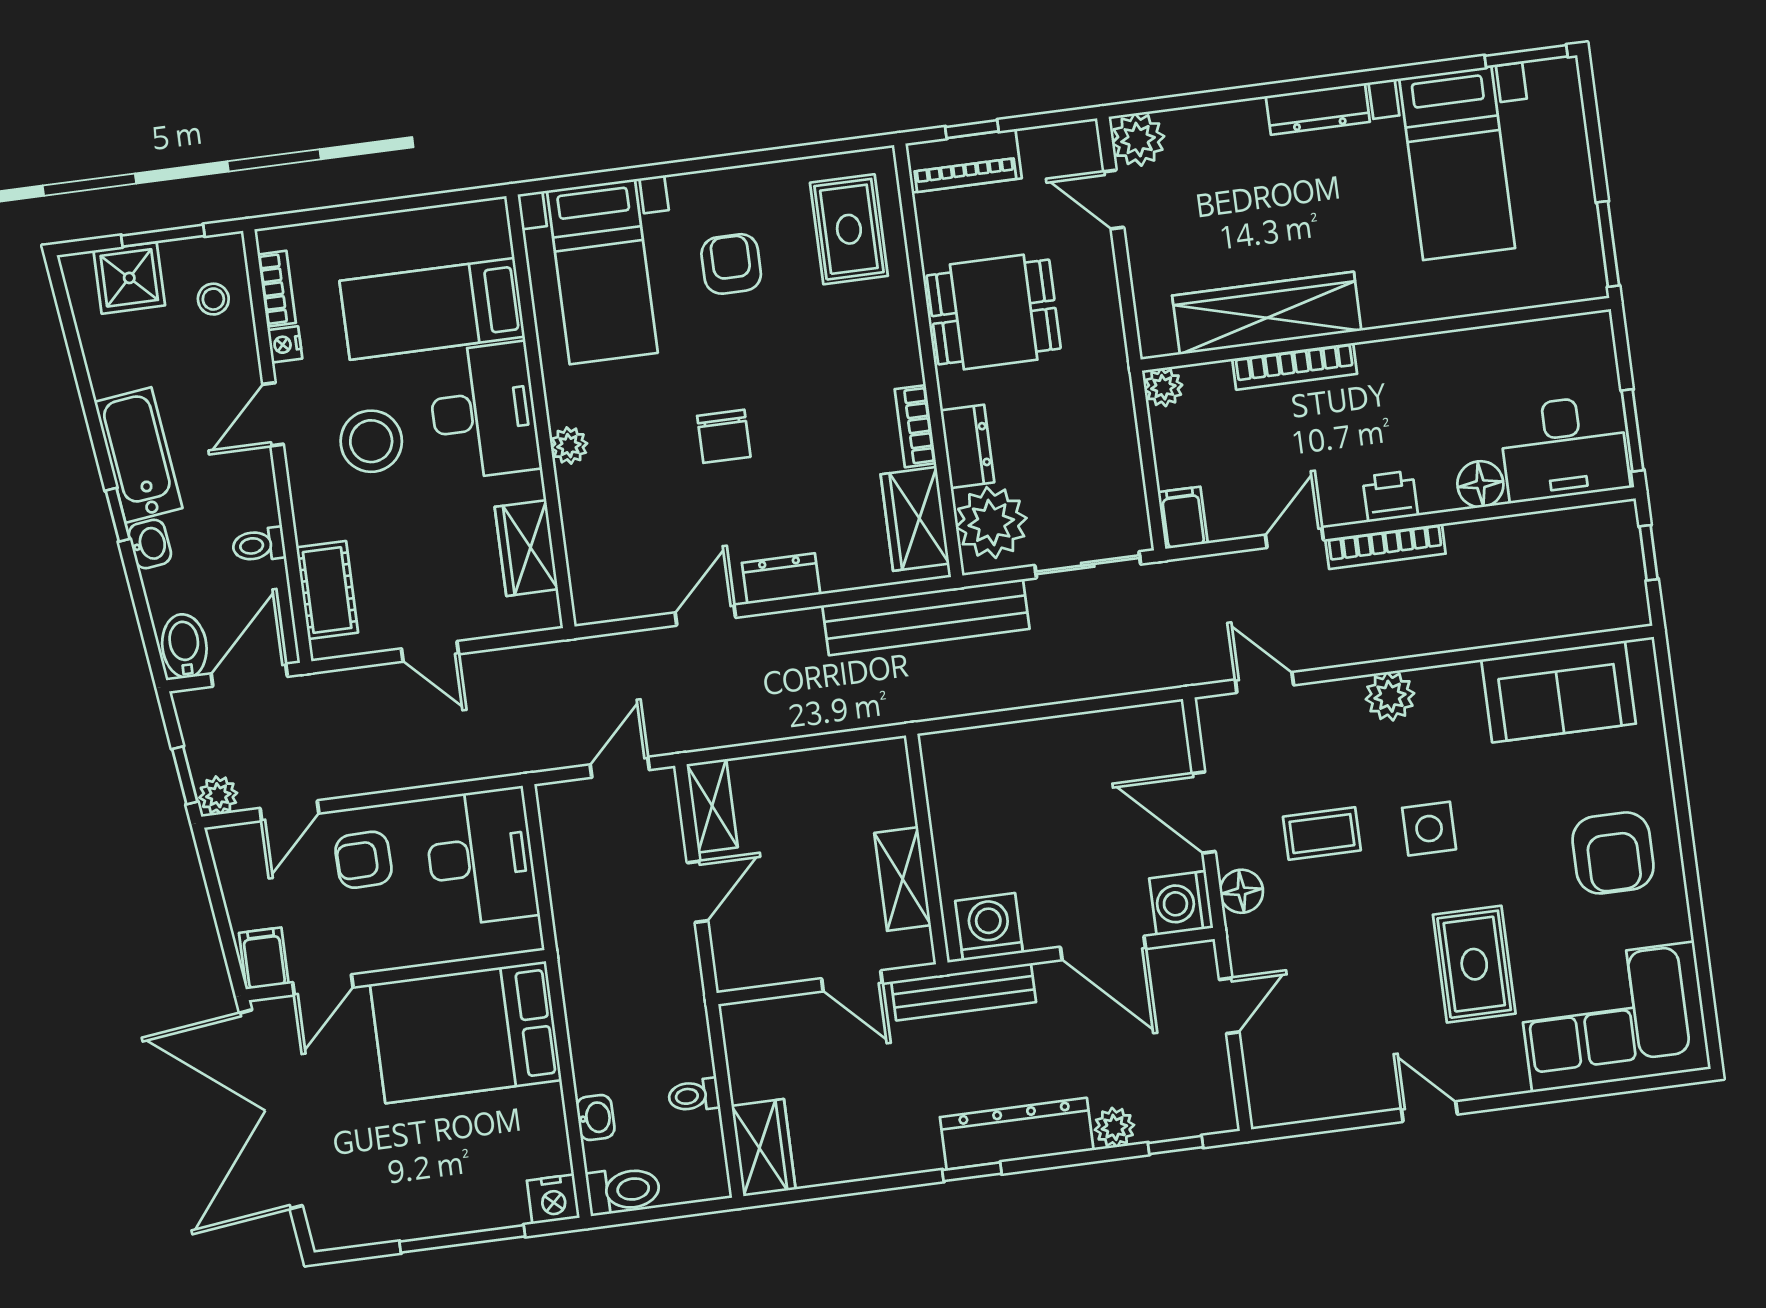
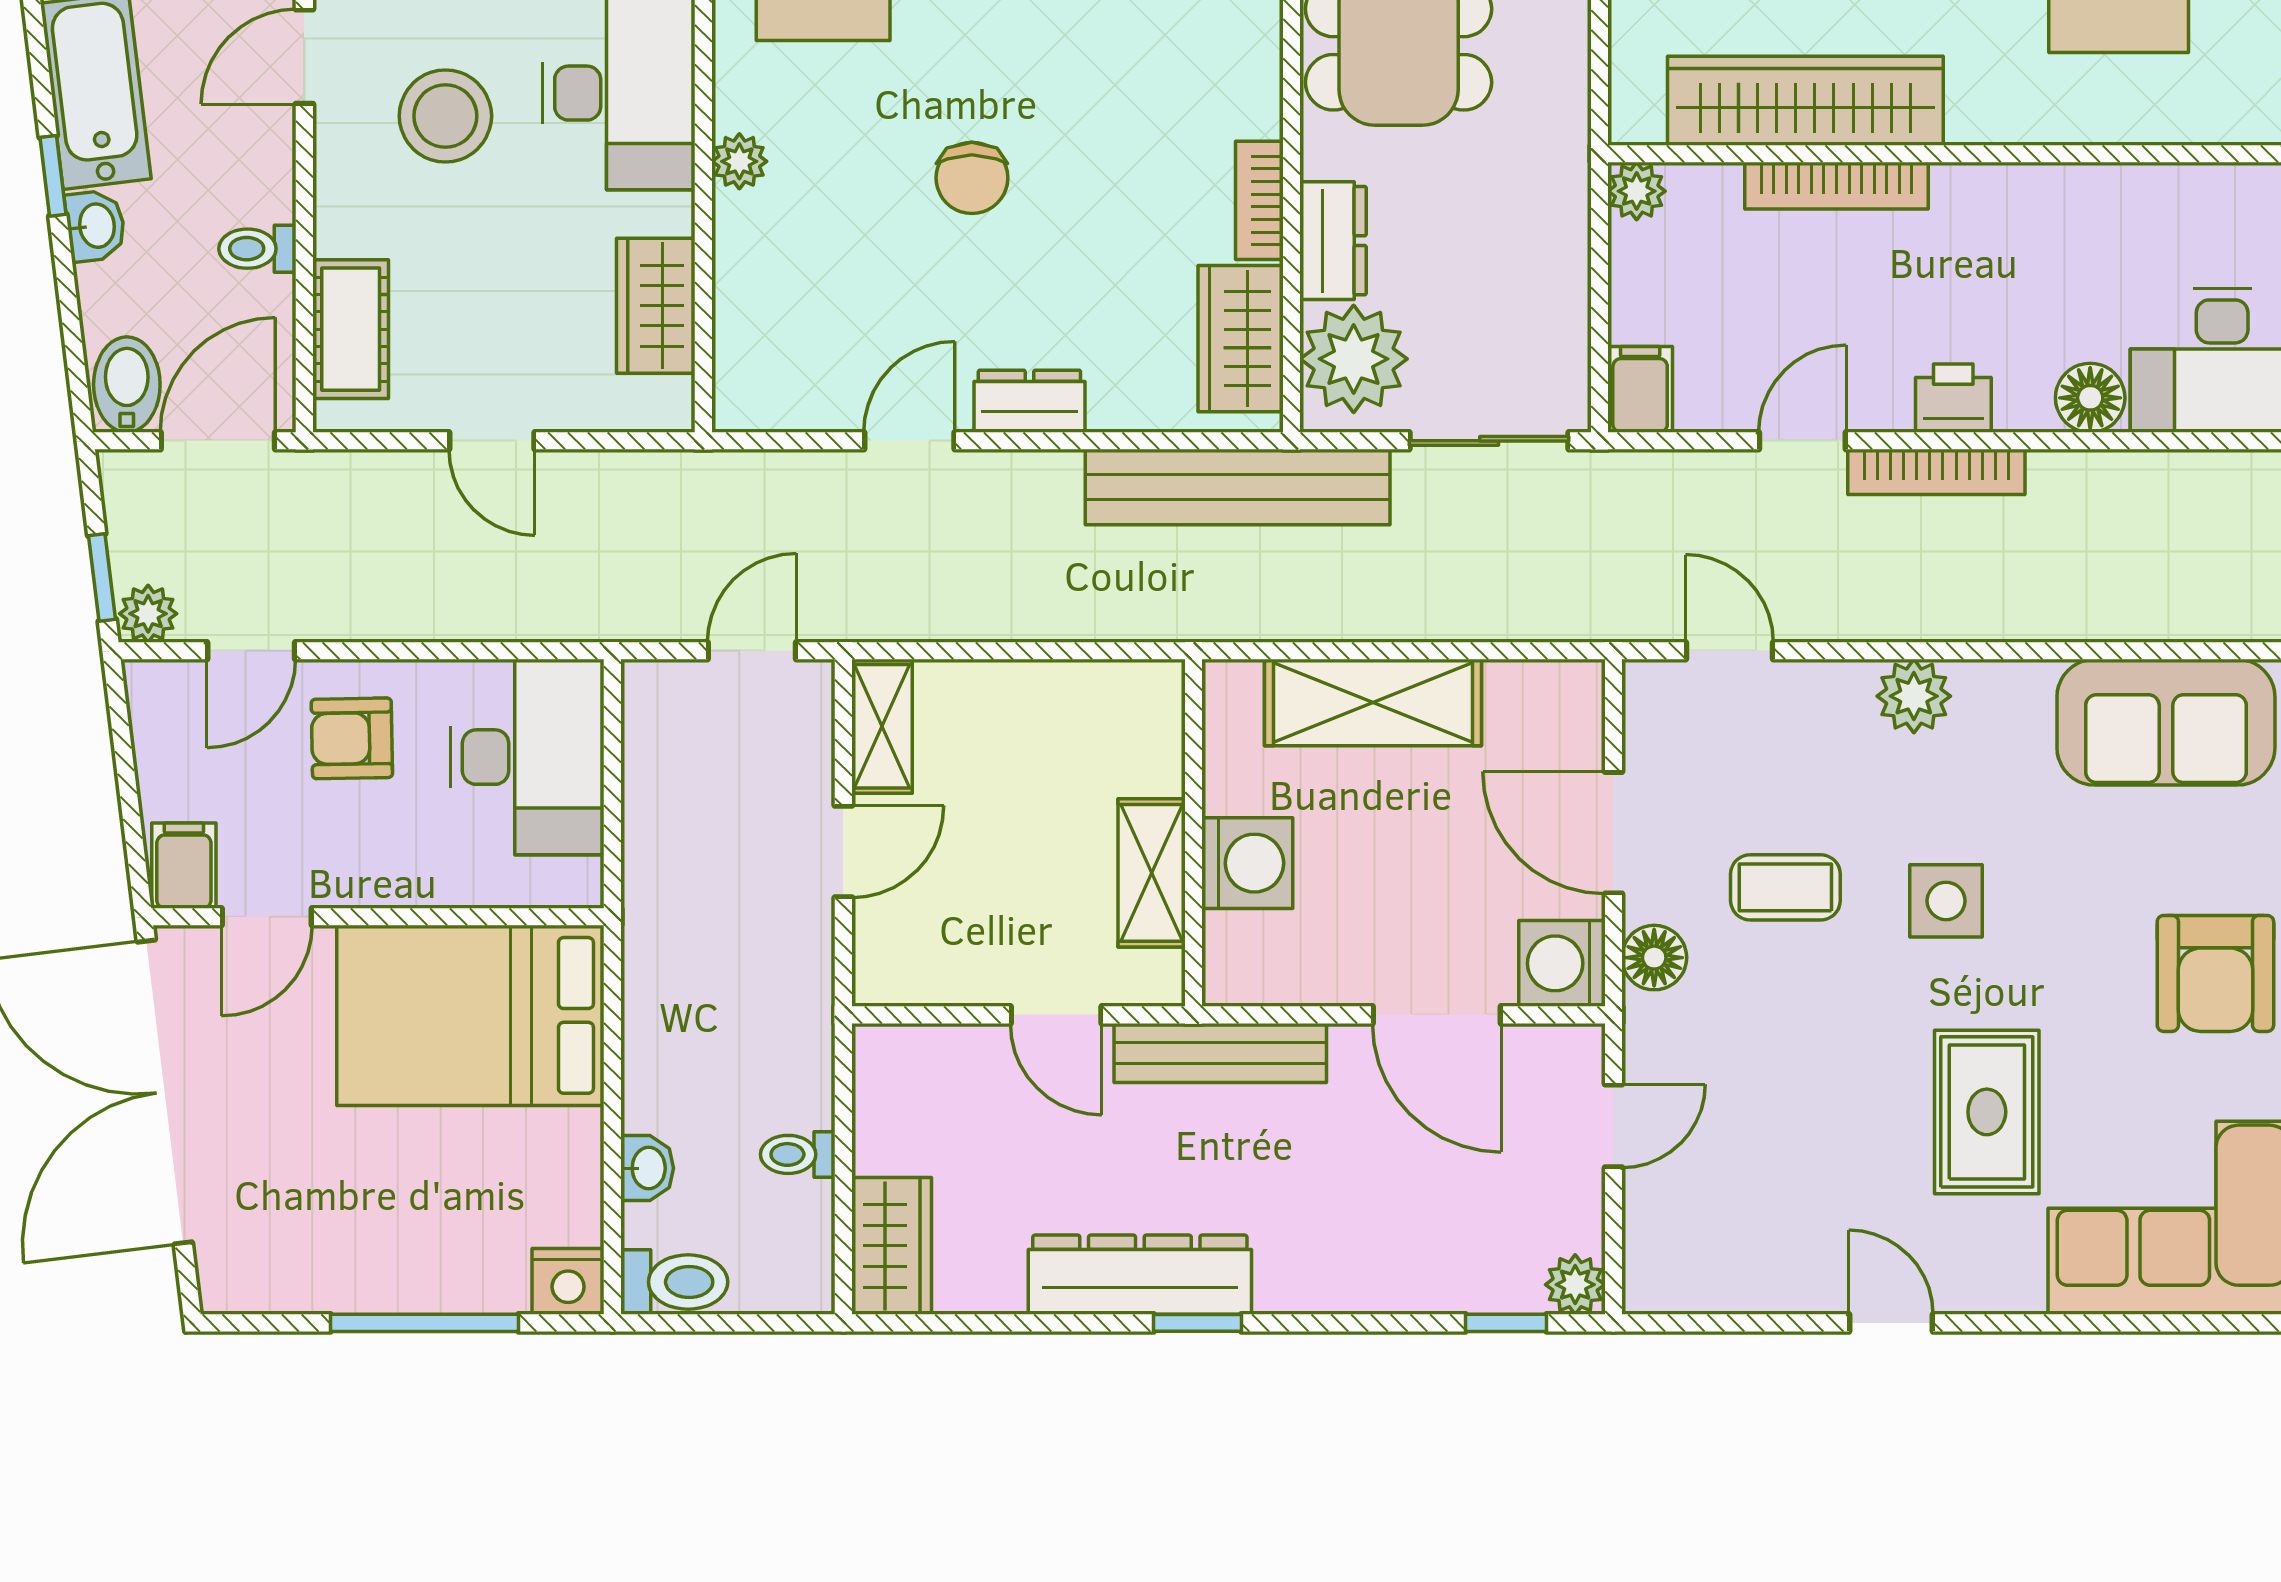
shelving: (1034, 747) -> (1373, 703), added
washing machine: (989, 927) -> (1247, 863), moved, turned 90
plant: (1114, 1127) -> (1575, 1285), moved
dresser: (1017, 1134) -> (1140, 1275), moved

